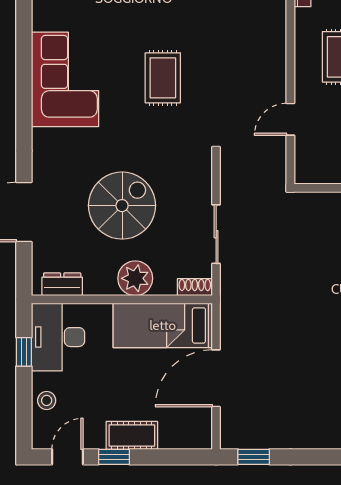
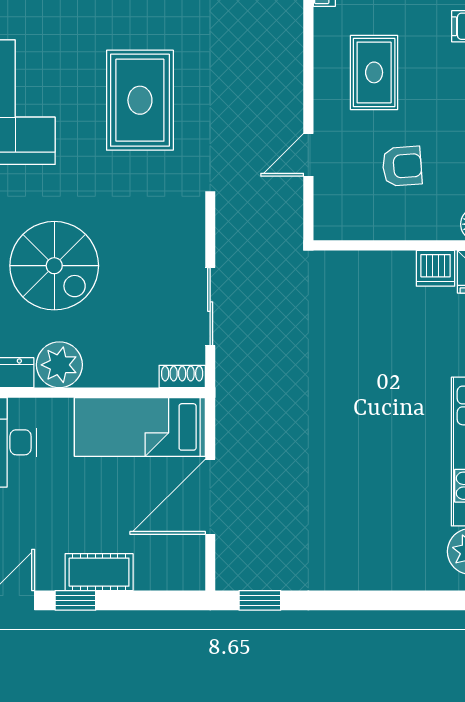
rug: (163, 78) -> (140, 100), width x1.36, depth x1.43
spiral stairs: (122, 206) -> (54, 266), moved, turned 90
plant: (135, 278) -> (59, 365), moved

